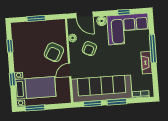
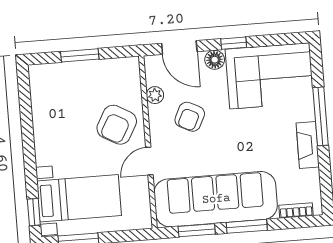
window: (124, 12) -> (234, 43), moved
window: (10, 46) -> (26, 112), removed
window: (12, 79) -> (34, 212), moved

